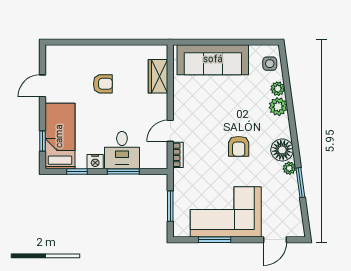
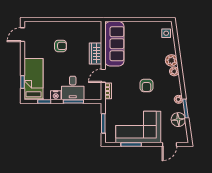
sofa: (213, 60) -> (114, 44), moved, turned -90
wardrobe: (158, 76) -> (95, 53), moved
door: (43, 86) -> (22, 35), moved
plant: (278, 89) -> (174, 71), moved
floor lamp: (282, 150) -> (178, 120), moved

